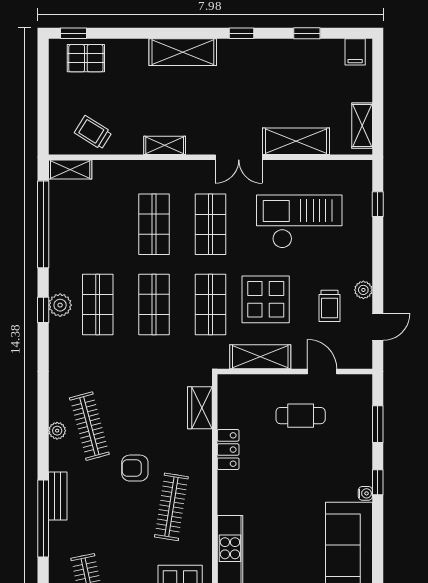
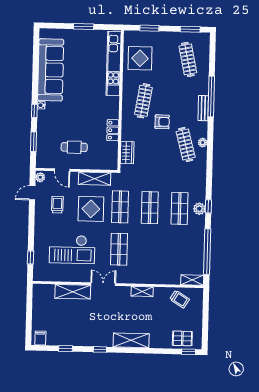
shelving: (362, 126) -> (38, 299), removed
shop shelf: (154, 224) -> (149, 250), removed
plant: (363, 290) -> (40, 177), moved

